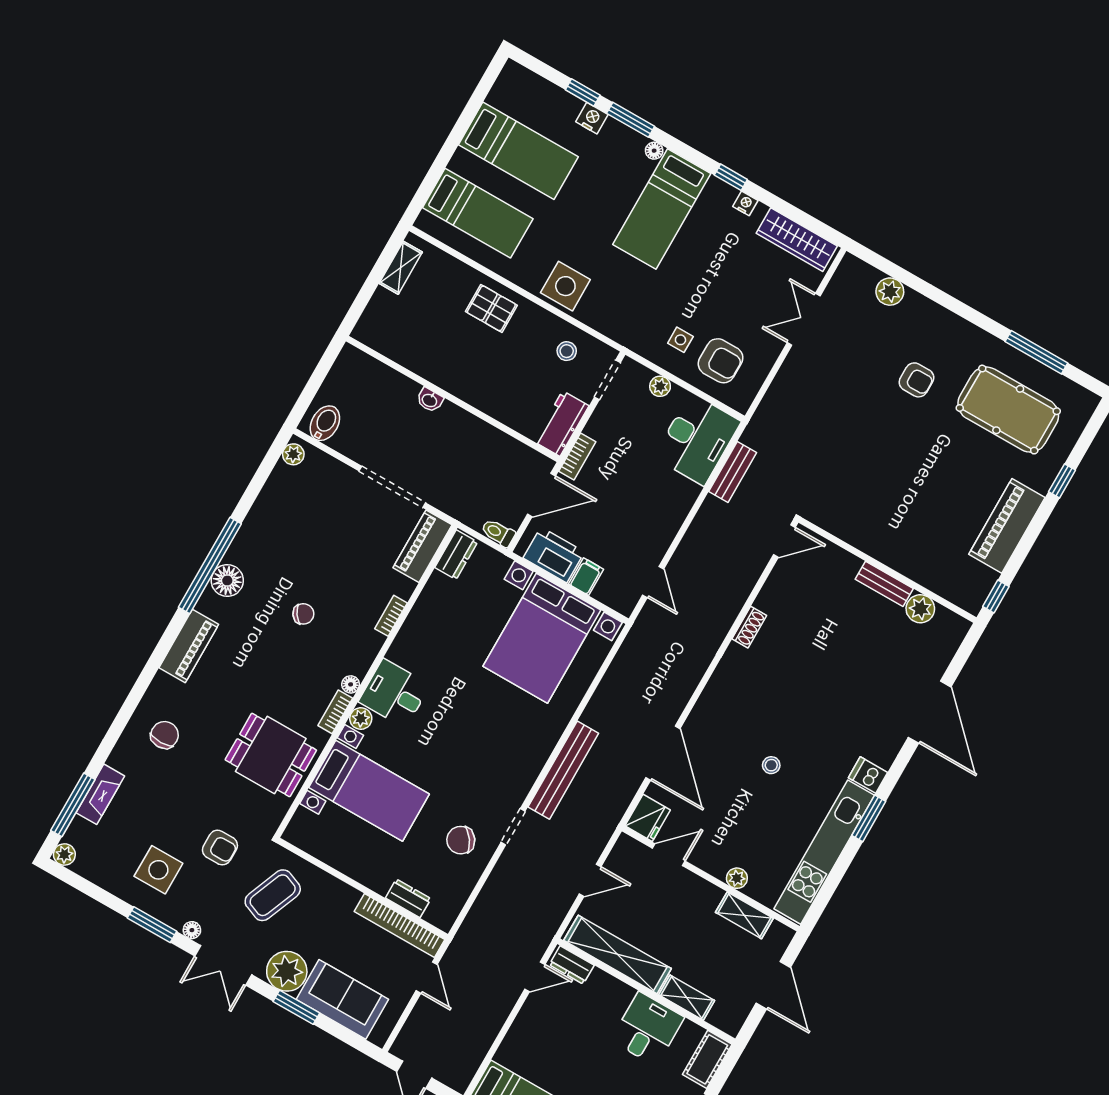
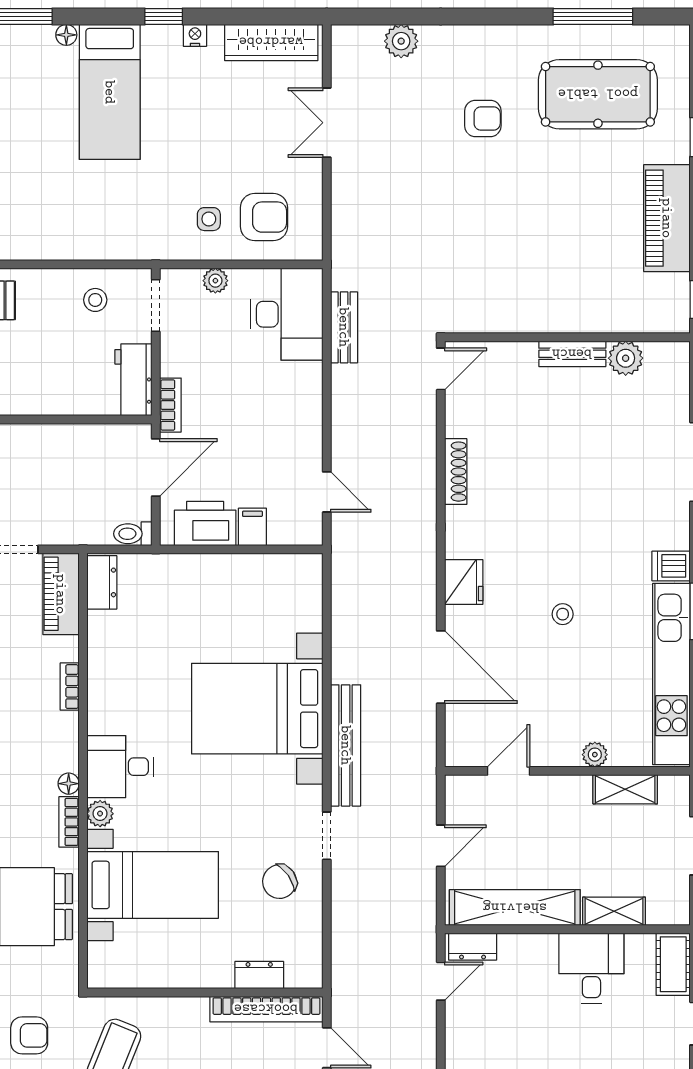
side table: (565, 286) -> (55, 232), removed
shoe rack: (749, 627) -> (456, 472), width x1.43
bed with nightstands: (542, 638) -> (257, 709), moved, turned 90
fridge: (648, 818) -> (464, 582), moved

